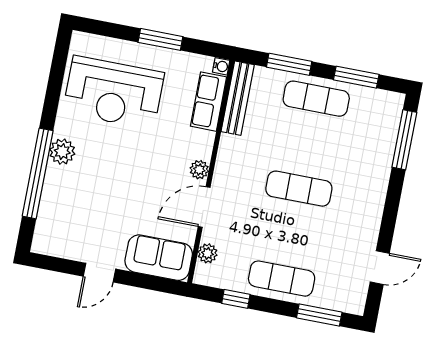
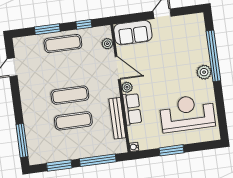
window: (289, 64) -> (98, 160), width x1.44
bench: (238, 98) -> (117, 118), moved
exercise mat: (316, 99) -> (73, 121), moved
row of seats: (209, 102) -> (132, 109), moved
door: (204, 207) -> (118, 68), hinge flipped
window: (319, 315) -> (47, 29), moved

